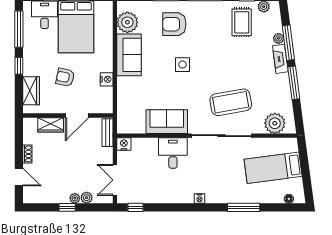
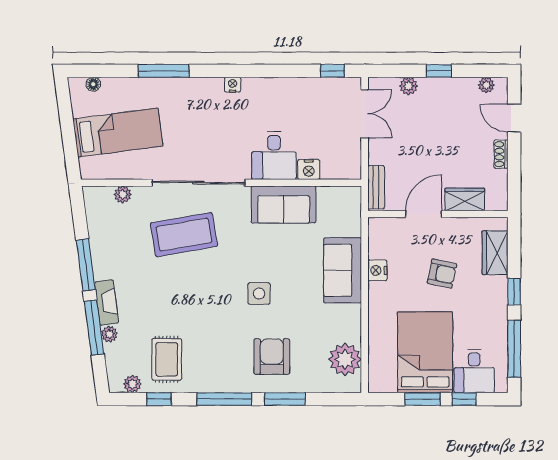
armchair: (174, 24) -> (272, 356), turned -90
sofa: (129, 55) -> (343, 270), moved
plant: (275, 123) -> (123, 194), width x0.53, depth x0.53
nightstand: (124, 144) -> (309, 170), moved
plant: (75, 198) -> (486, 85), moved

